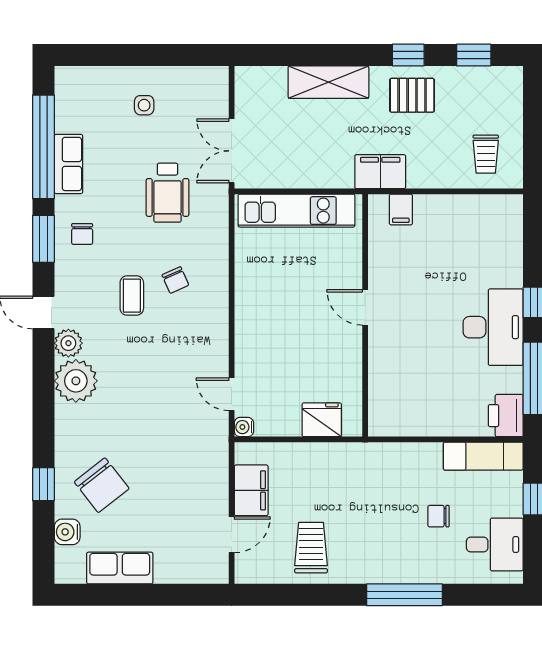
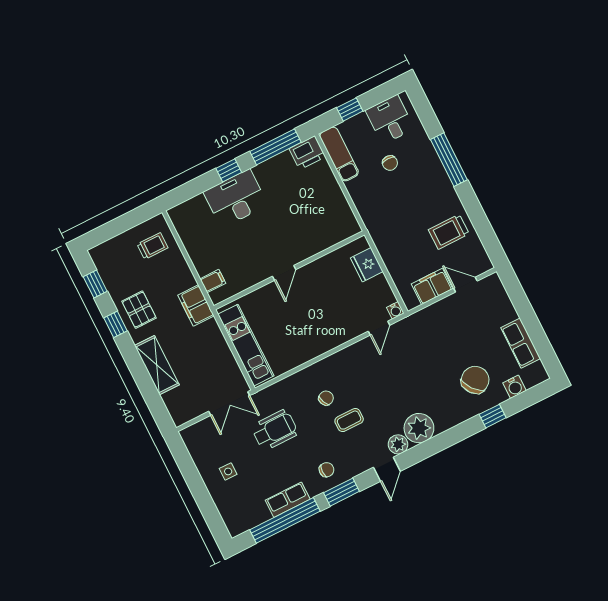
desk: (493, 327) -> (236, 198), moved

